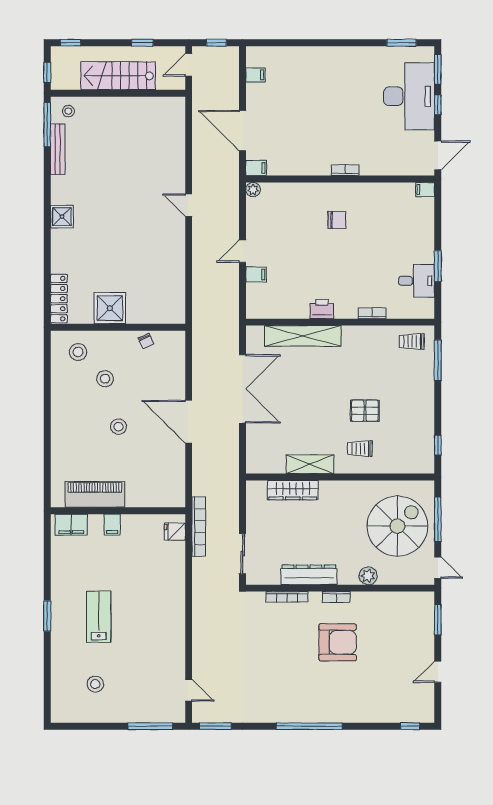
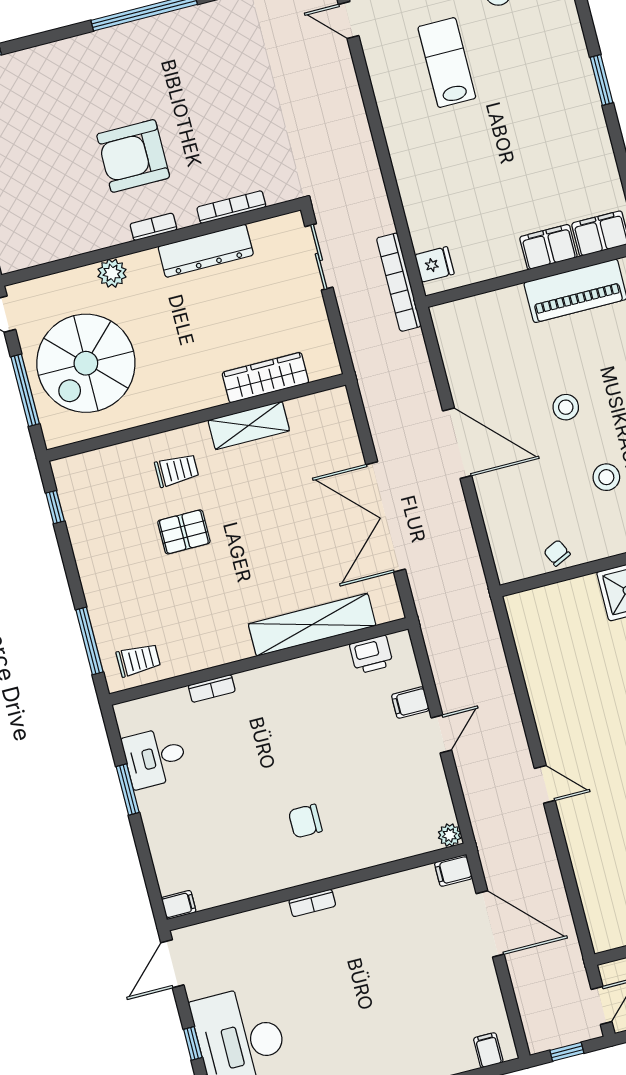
filing cabinet: (255, 75) -> (488, 1050), moved, turned 90
printer: (322, 309) -> (371, 655), moved
filing cabinet: (112, 525) -> (548, 247), width x2.00
lab bench: (99, 617) -> (447, 63), moved, turned 180

